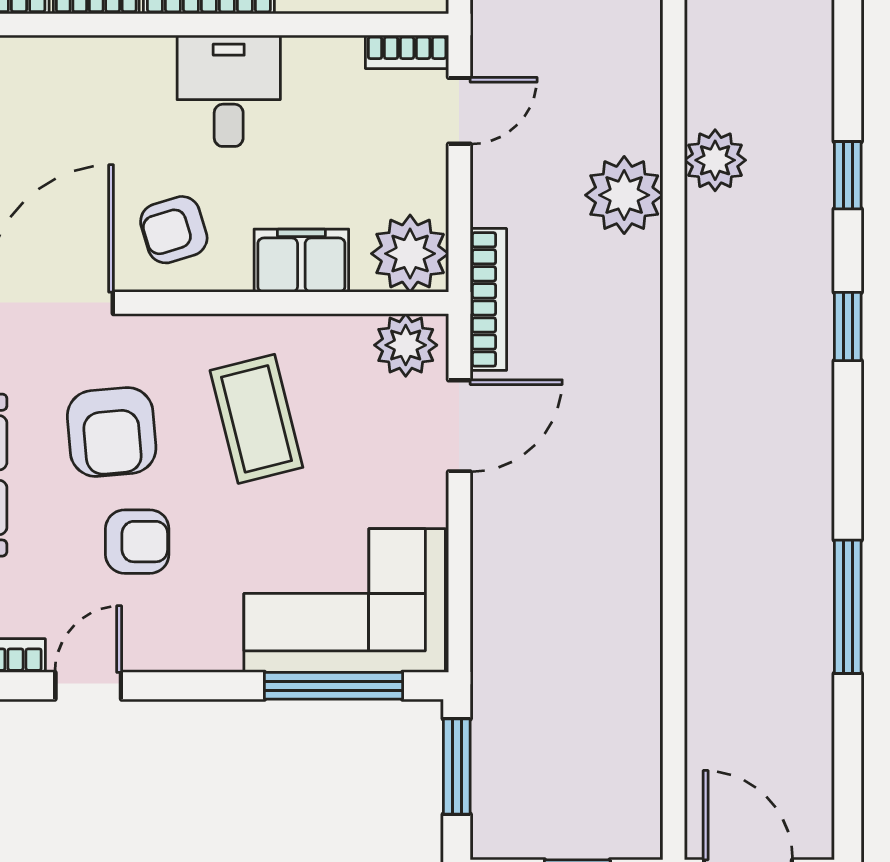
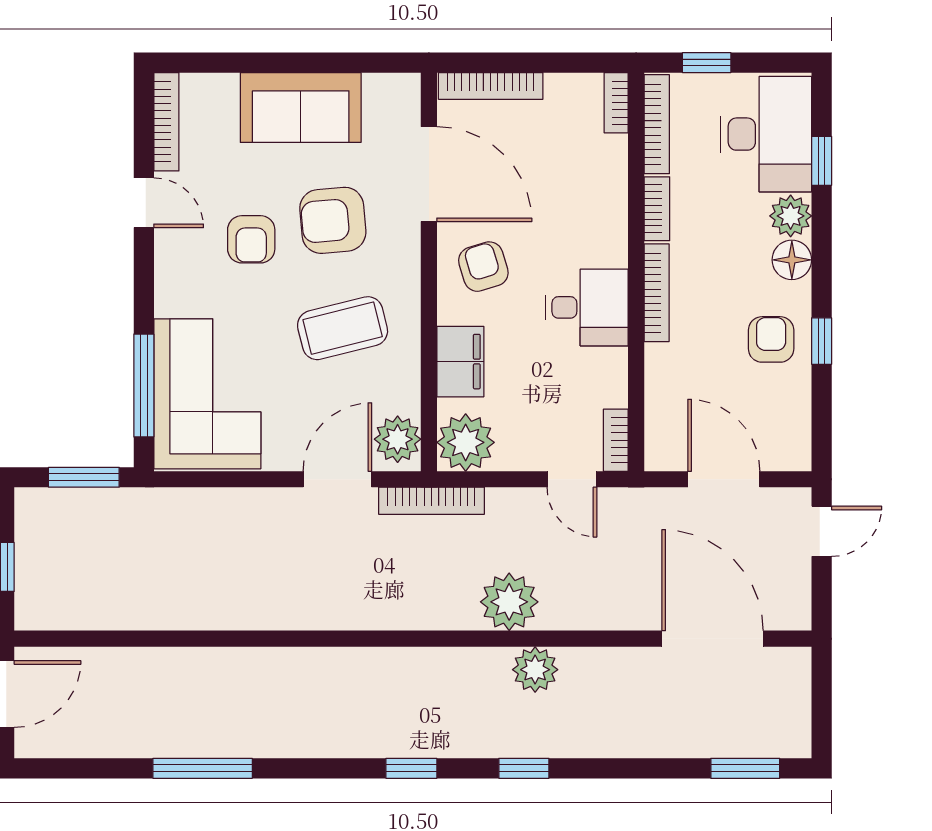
door: (459, 426) -> (337, 479), swing flipped

